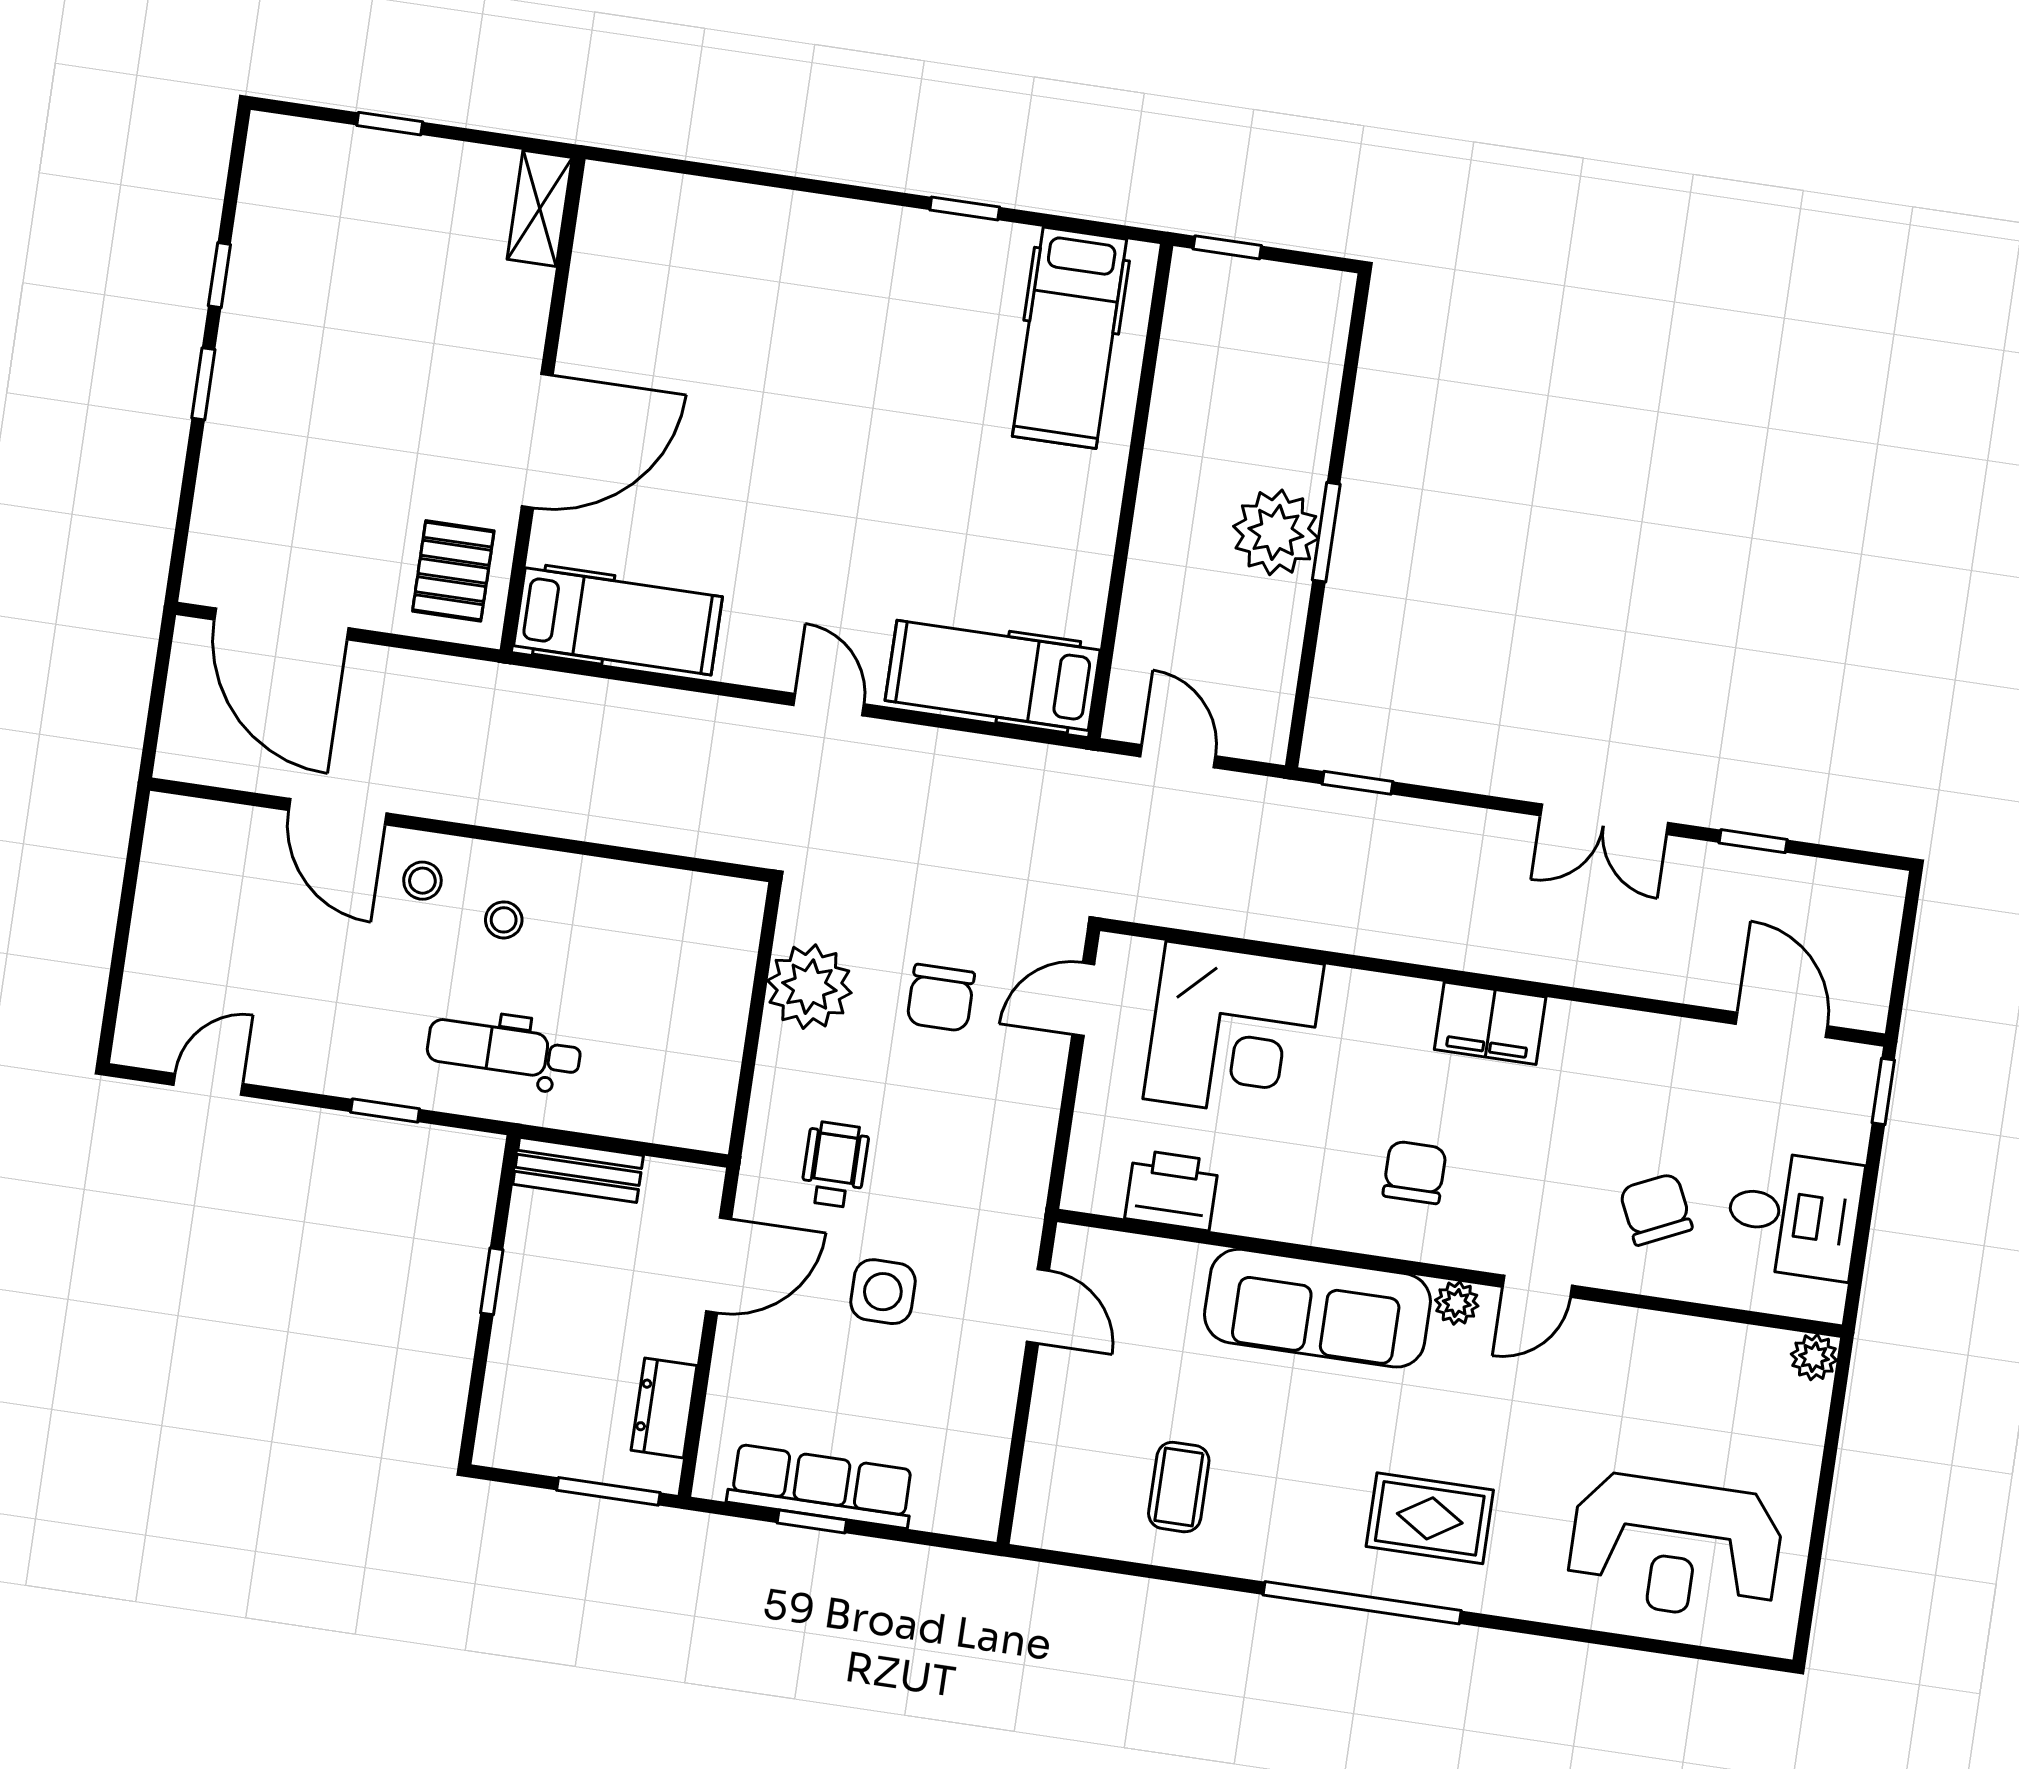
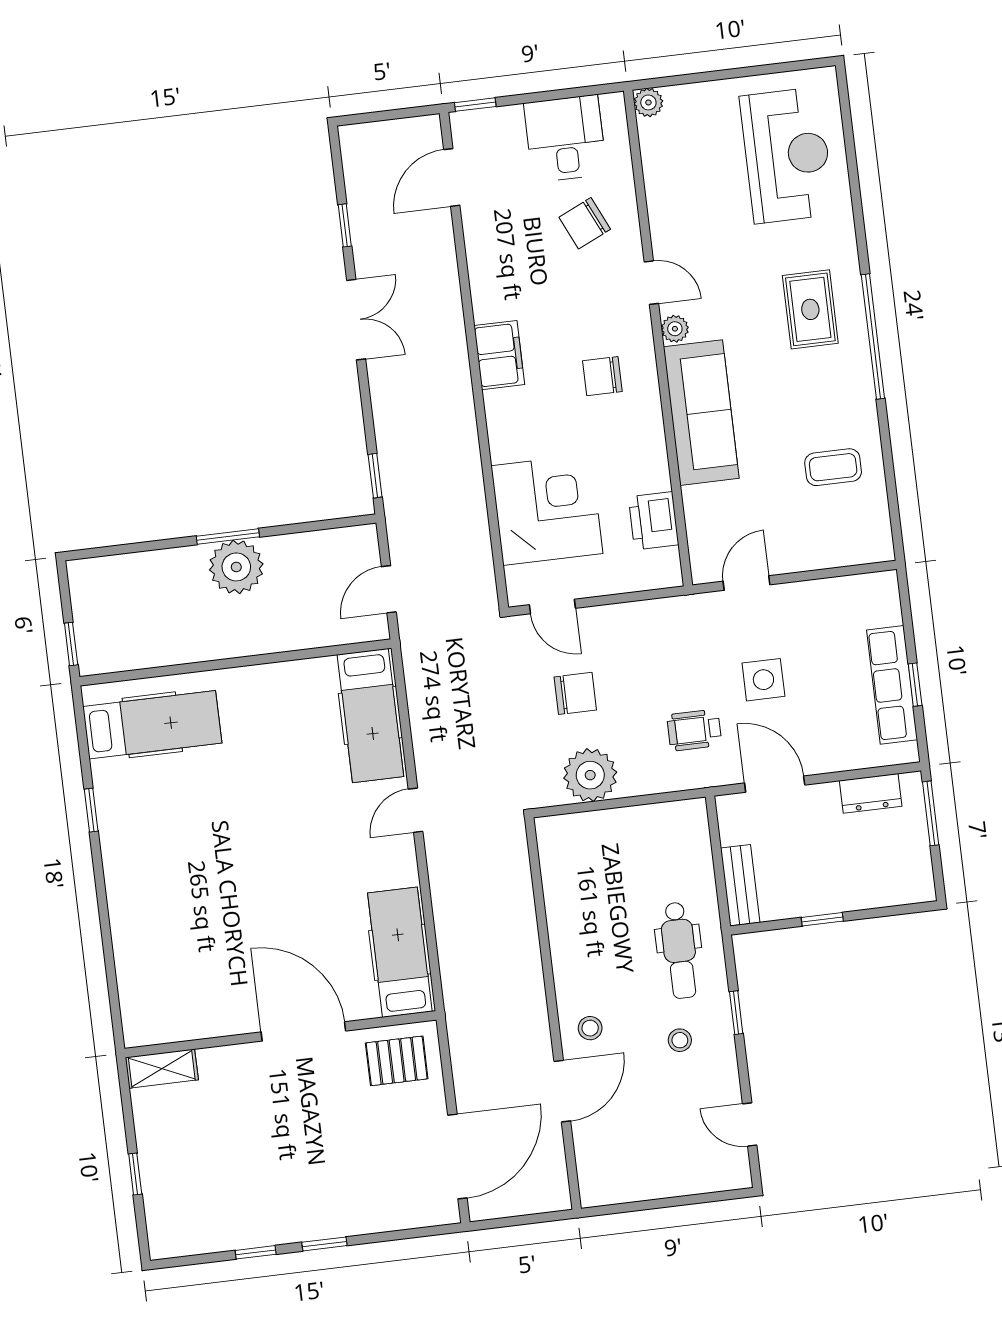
stool: (504, 920) -> (680, 1040), moved

